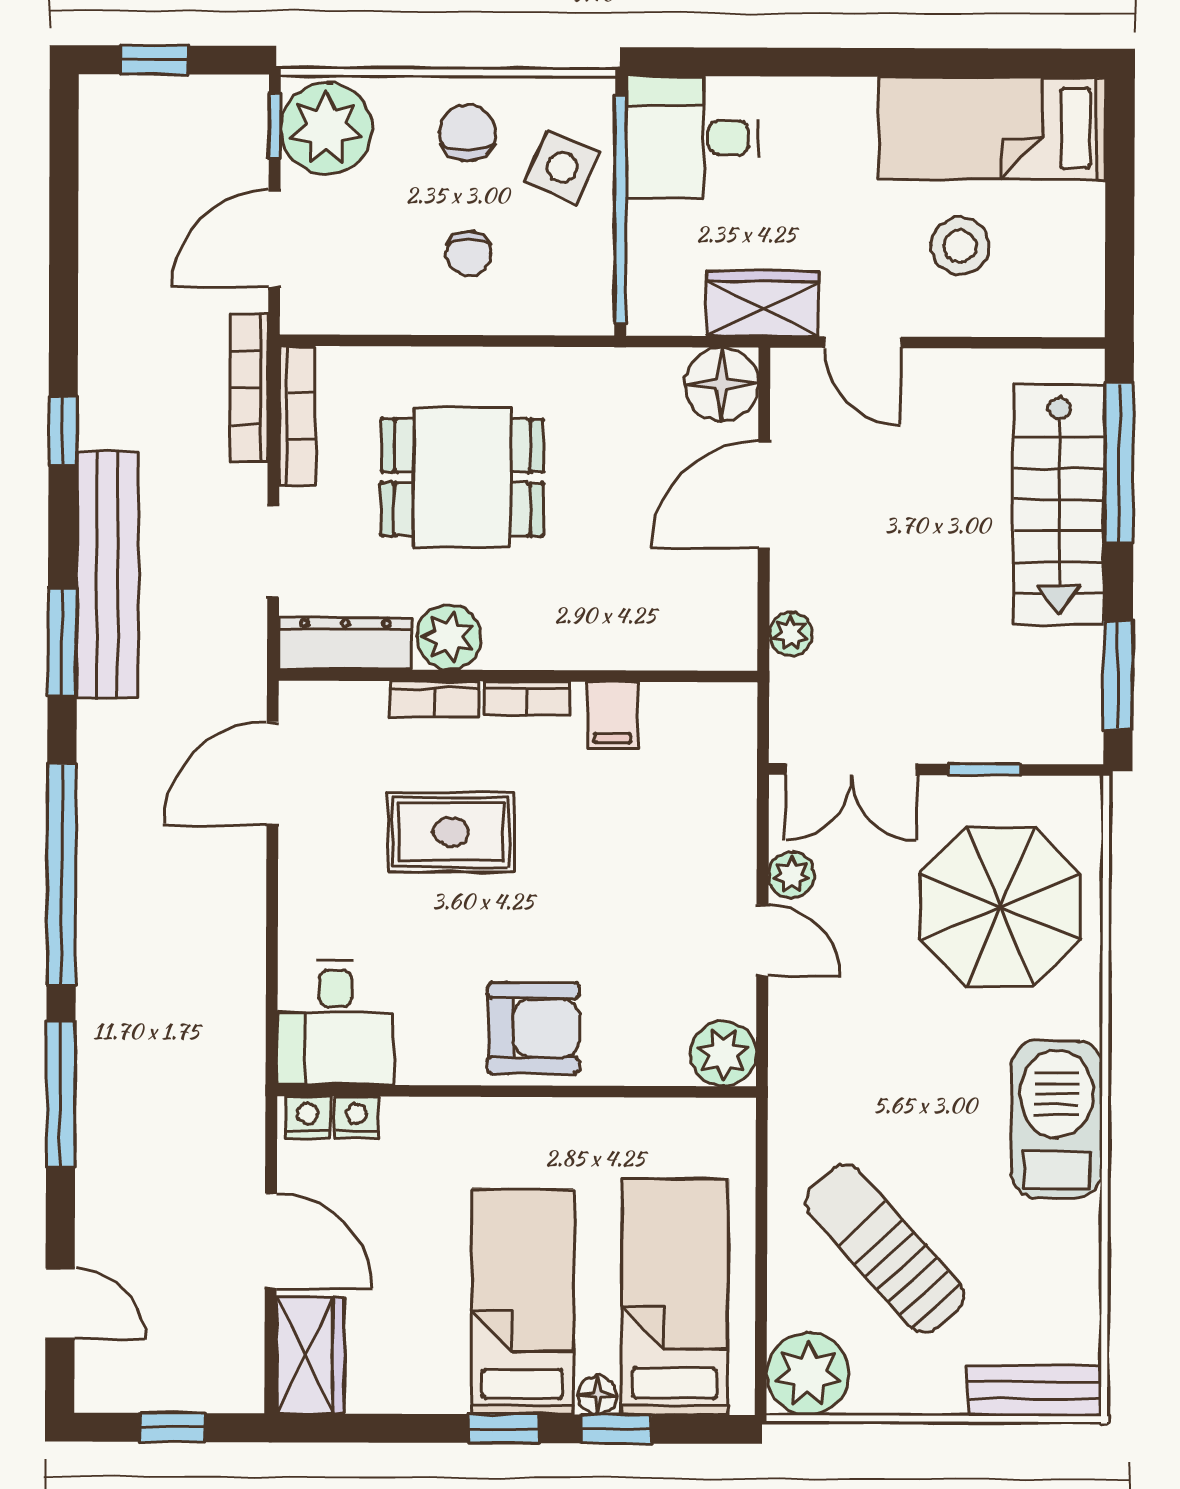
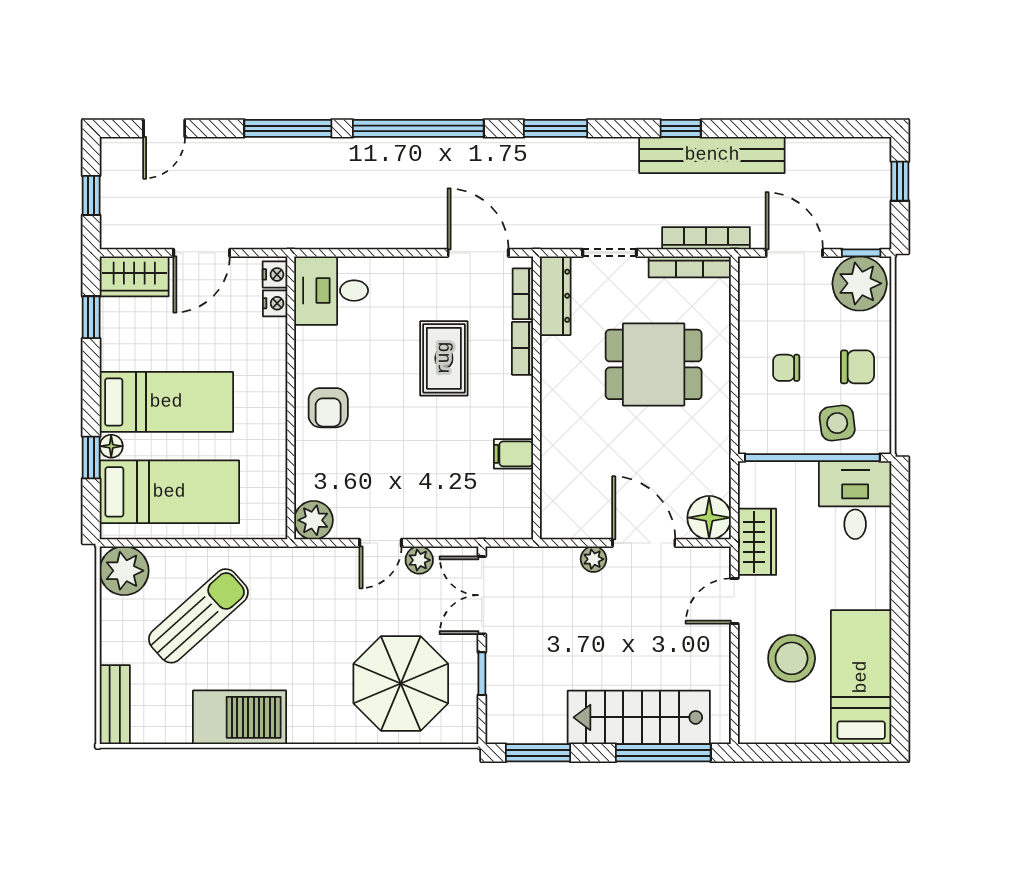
side table: (562, 167) -> (837, 423), turned -31
stool: (960, 246) -> (792, 658), width x1.38, depth x1.38
dining table: (462, 477) -> (654, 364), turned 90
bench: (108, 575) -> (712, 155), moved
plant: (791, 634) -> (593, 559), moved
plant: (449, 637) -> (559, 357), removed
bookcase: (527, 699) -> (523, 294), moved
armchair: (533, 1028) -> (328, 408), width x0.72, depth x0.72
barbecue: (1057, 1119) -> (240, 717), moved
window: (504, 1429) -> (91, 317), moved

